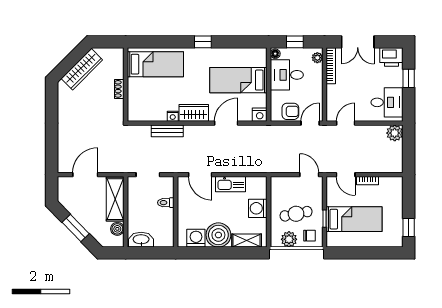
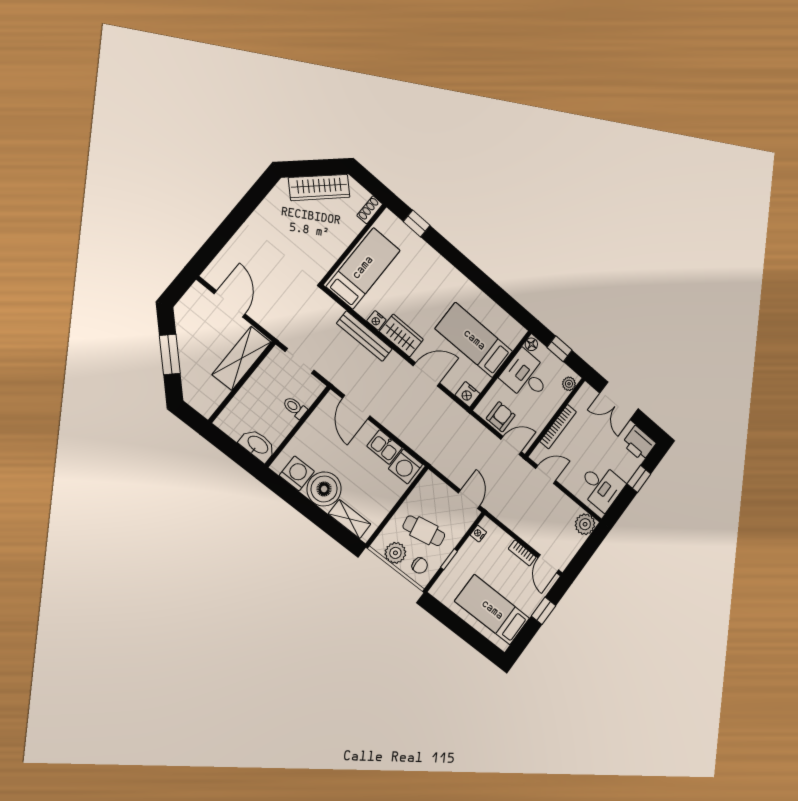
window: (203, 42) -> (417, 224), moved
bed: (155, 64) -> (363, 268), moved, turned -90
bookcase: (331, 66) -> (558, 427), moved
shoe rack: (119, 89) -> (370, 210), moved
armchair: (290, 111) -> (501, 417), turned -90
bench: (167, 131) -> (364, 336), width x1.36
door: (85, 175) -> (230, 304), hinge flipped
door: (346, 175) -> (548, 564), moved
kitchen sink: (230, 184) -> (385, 447), width x0.73
nightstand: (331, 190) -> (478, 534), added
washing machine: (258, 208) -> (405, 467), moved, turned -90
bed: (354, 219) -> (492, 610), moved, turned 180
window: (409, 227) -> (543, 611), moved
boiler: (117, 229) -> (217, 393), removed
washbasin: (141, 240) -> (258, 445), moved

